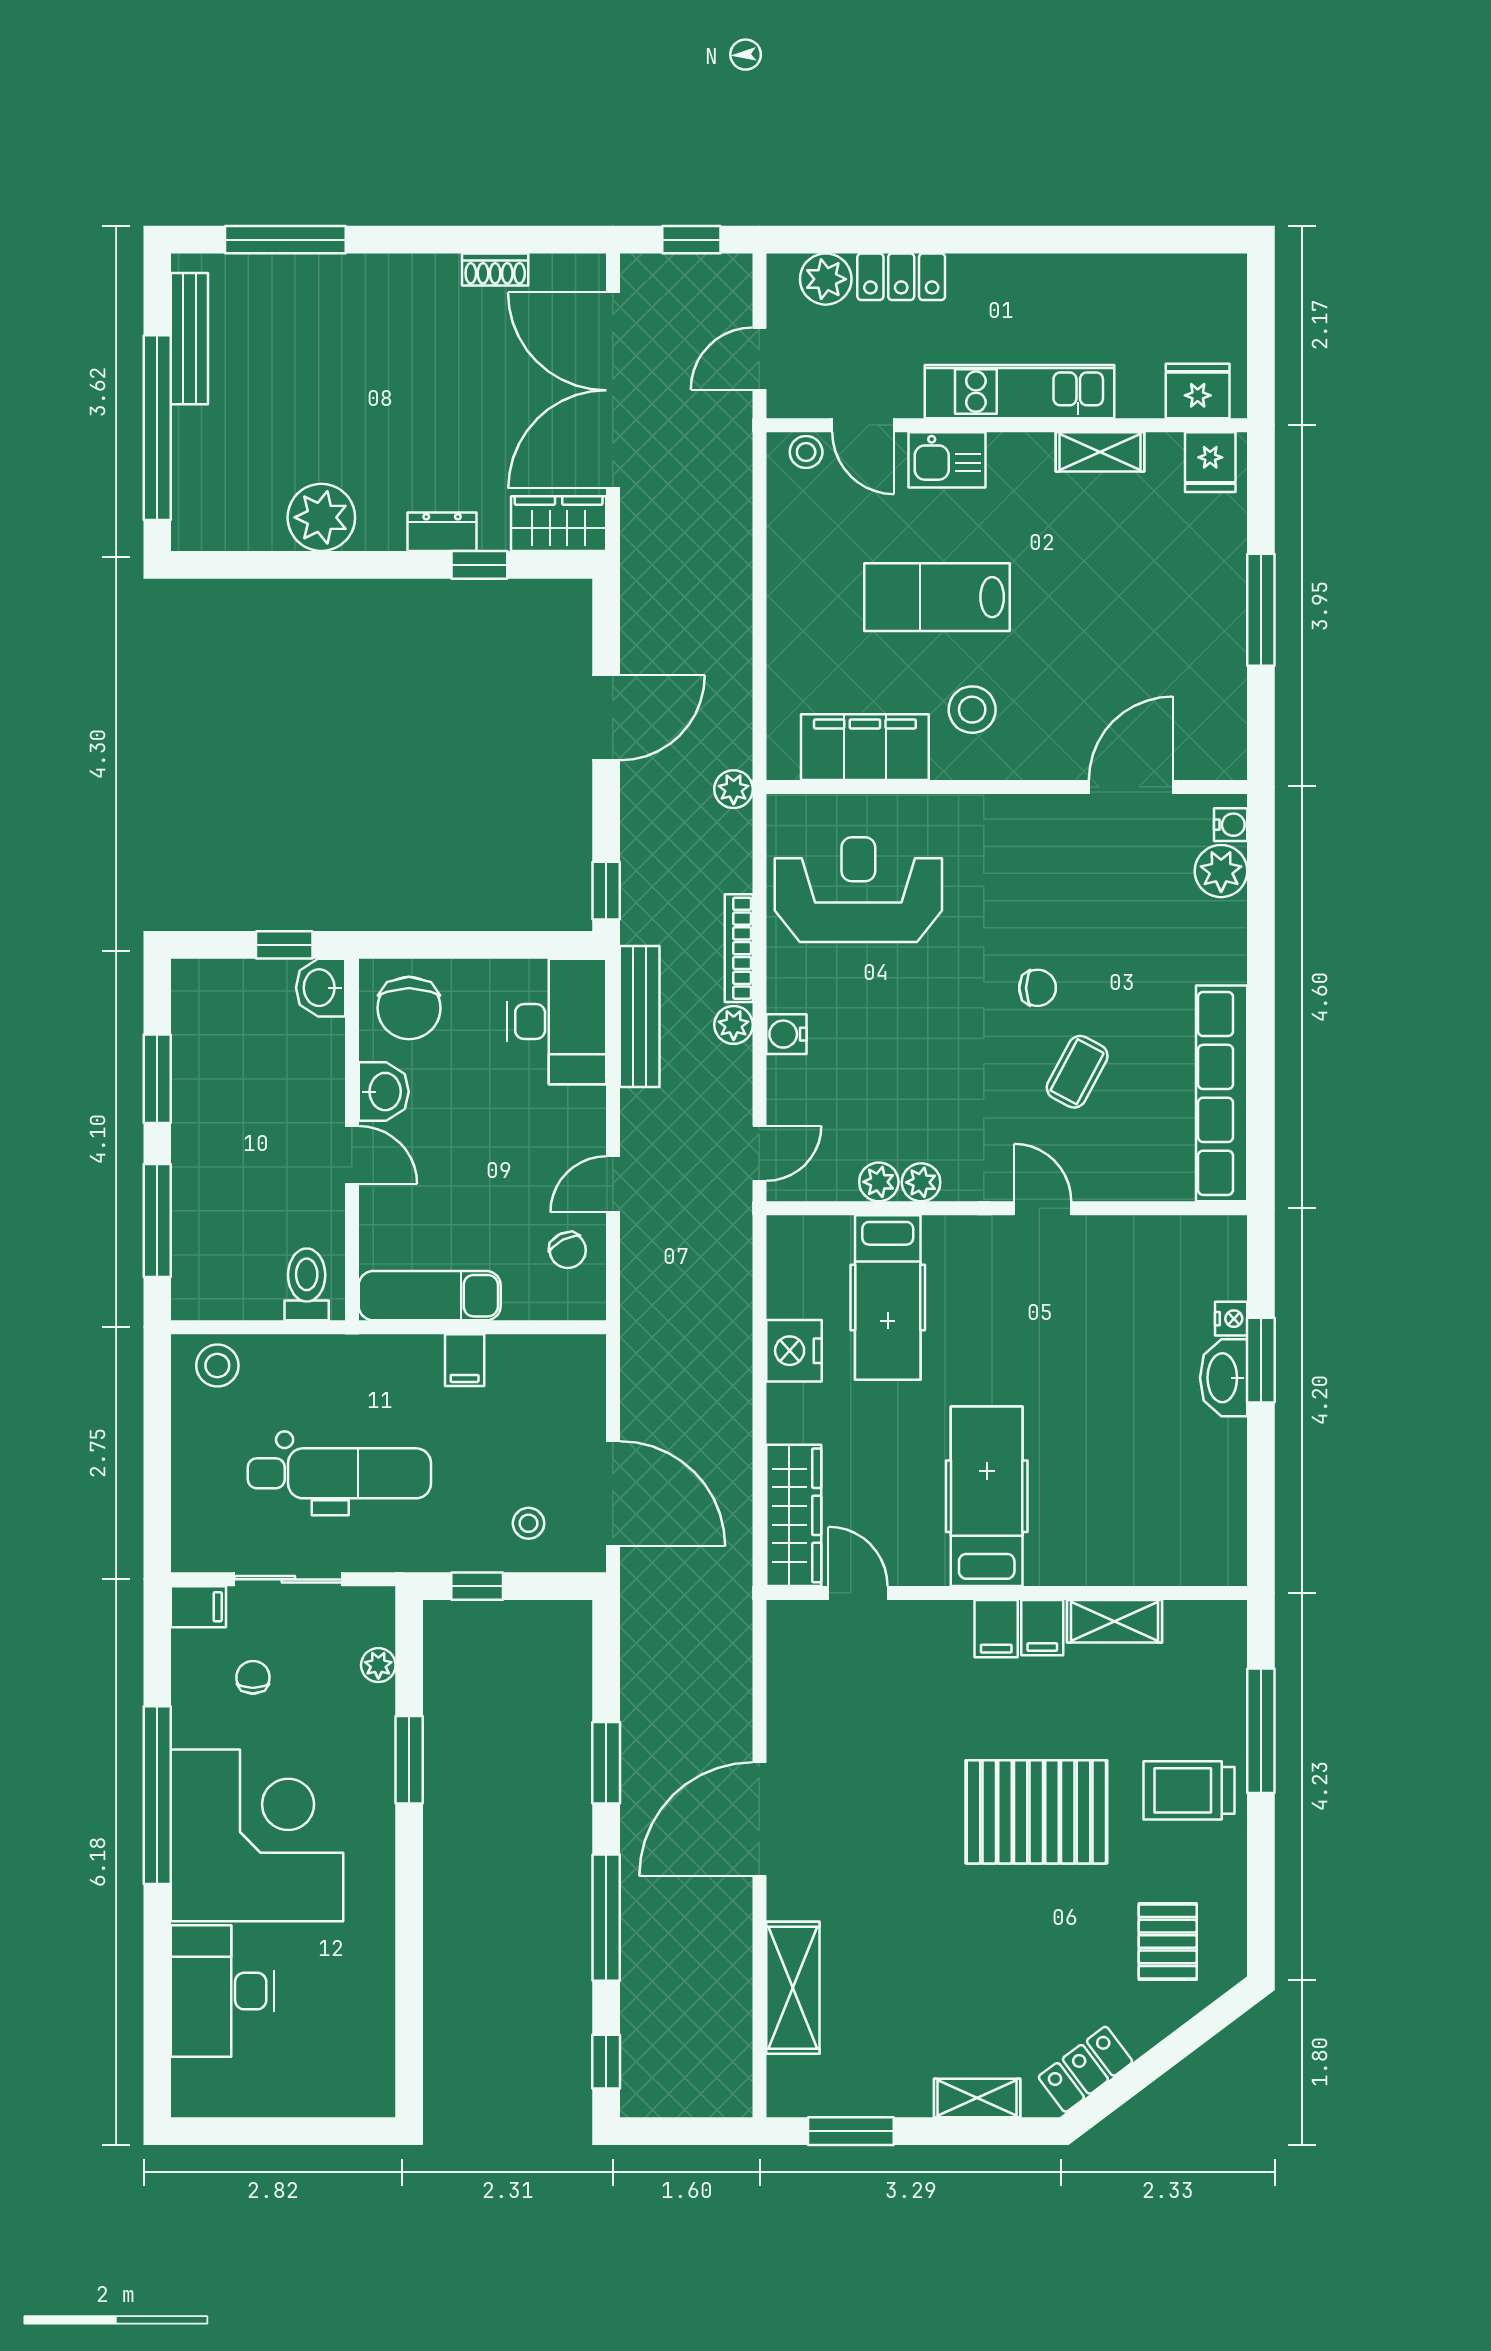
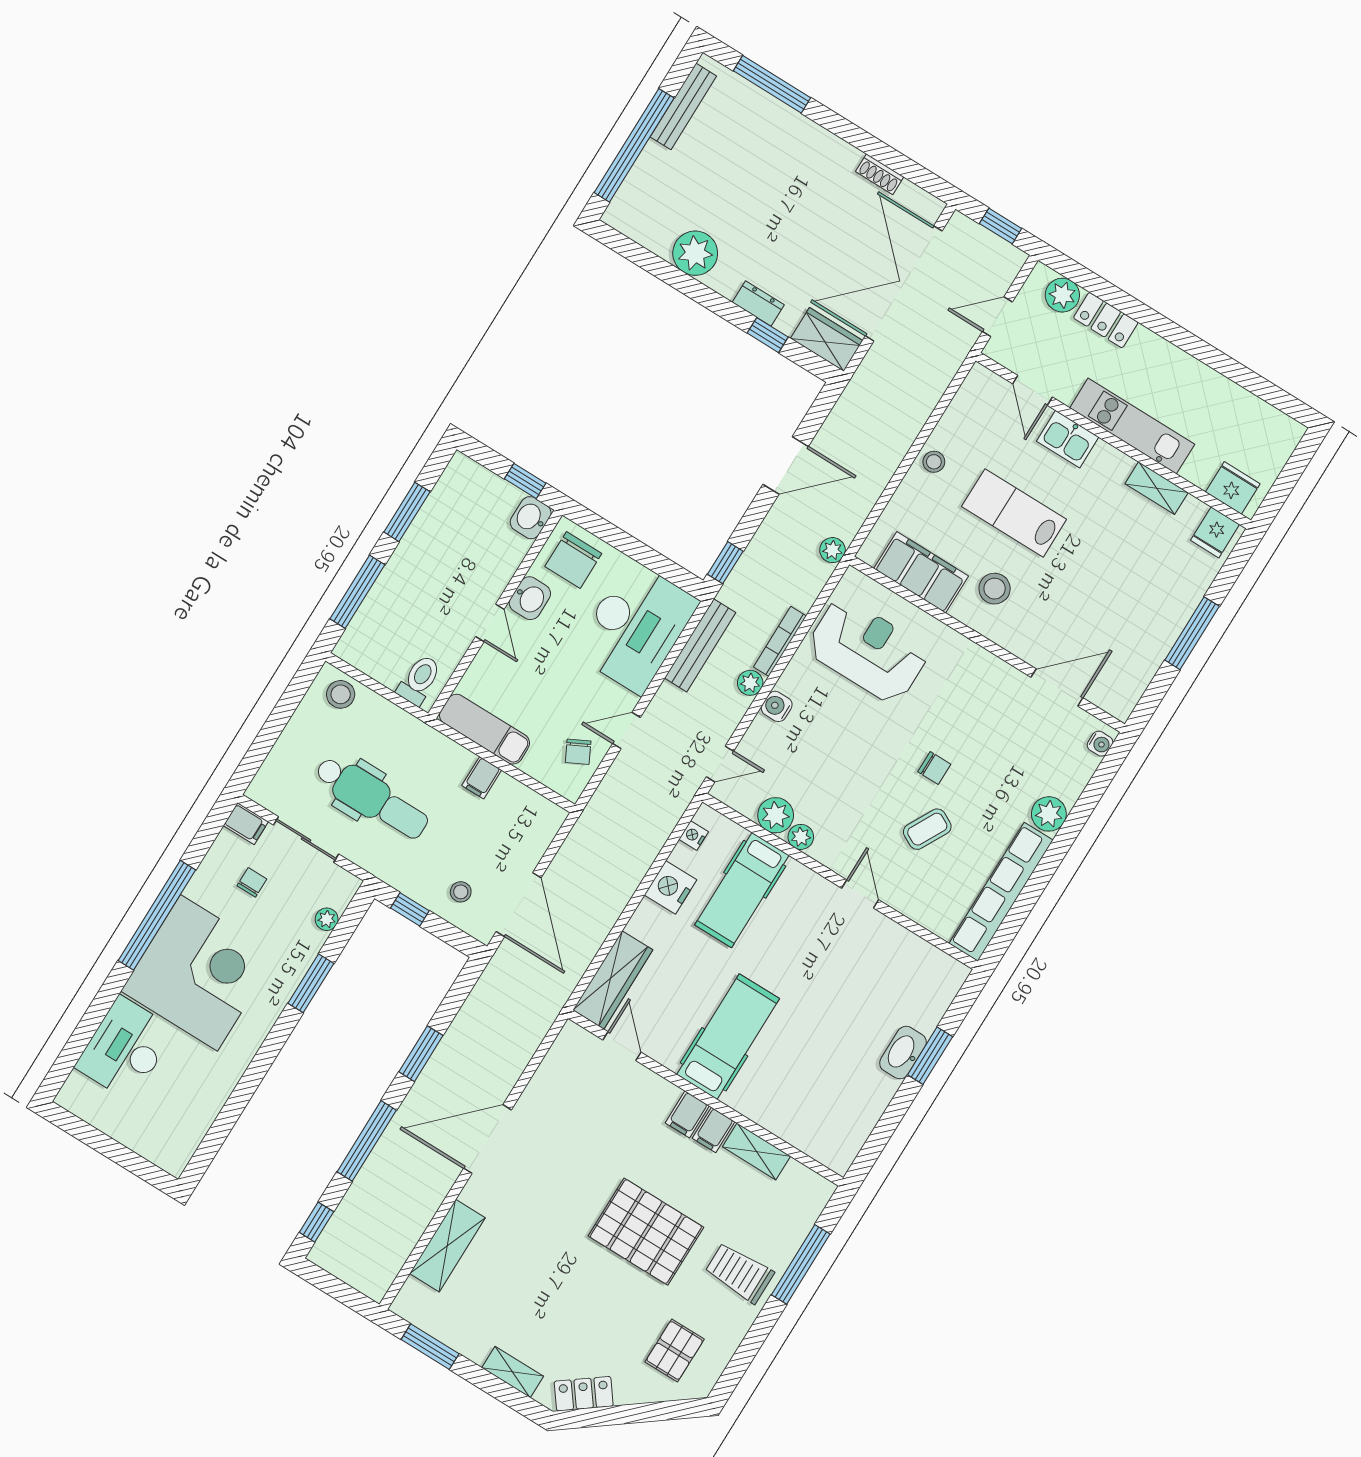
stool: (806, 452) -> (934, 462), moved
plant: (1221, 871) -> (1049, 814), moved
desk: (557, 1021) -> (635, 627), width x1.36, depth x1.30
plant: (879, 1182) -> (776, 815), width x1.38, depth x1.38
nightstand: (1231, 1319) -> (694, 835), moved, turned 180

